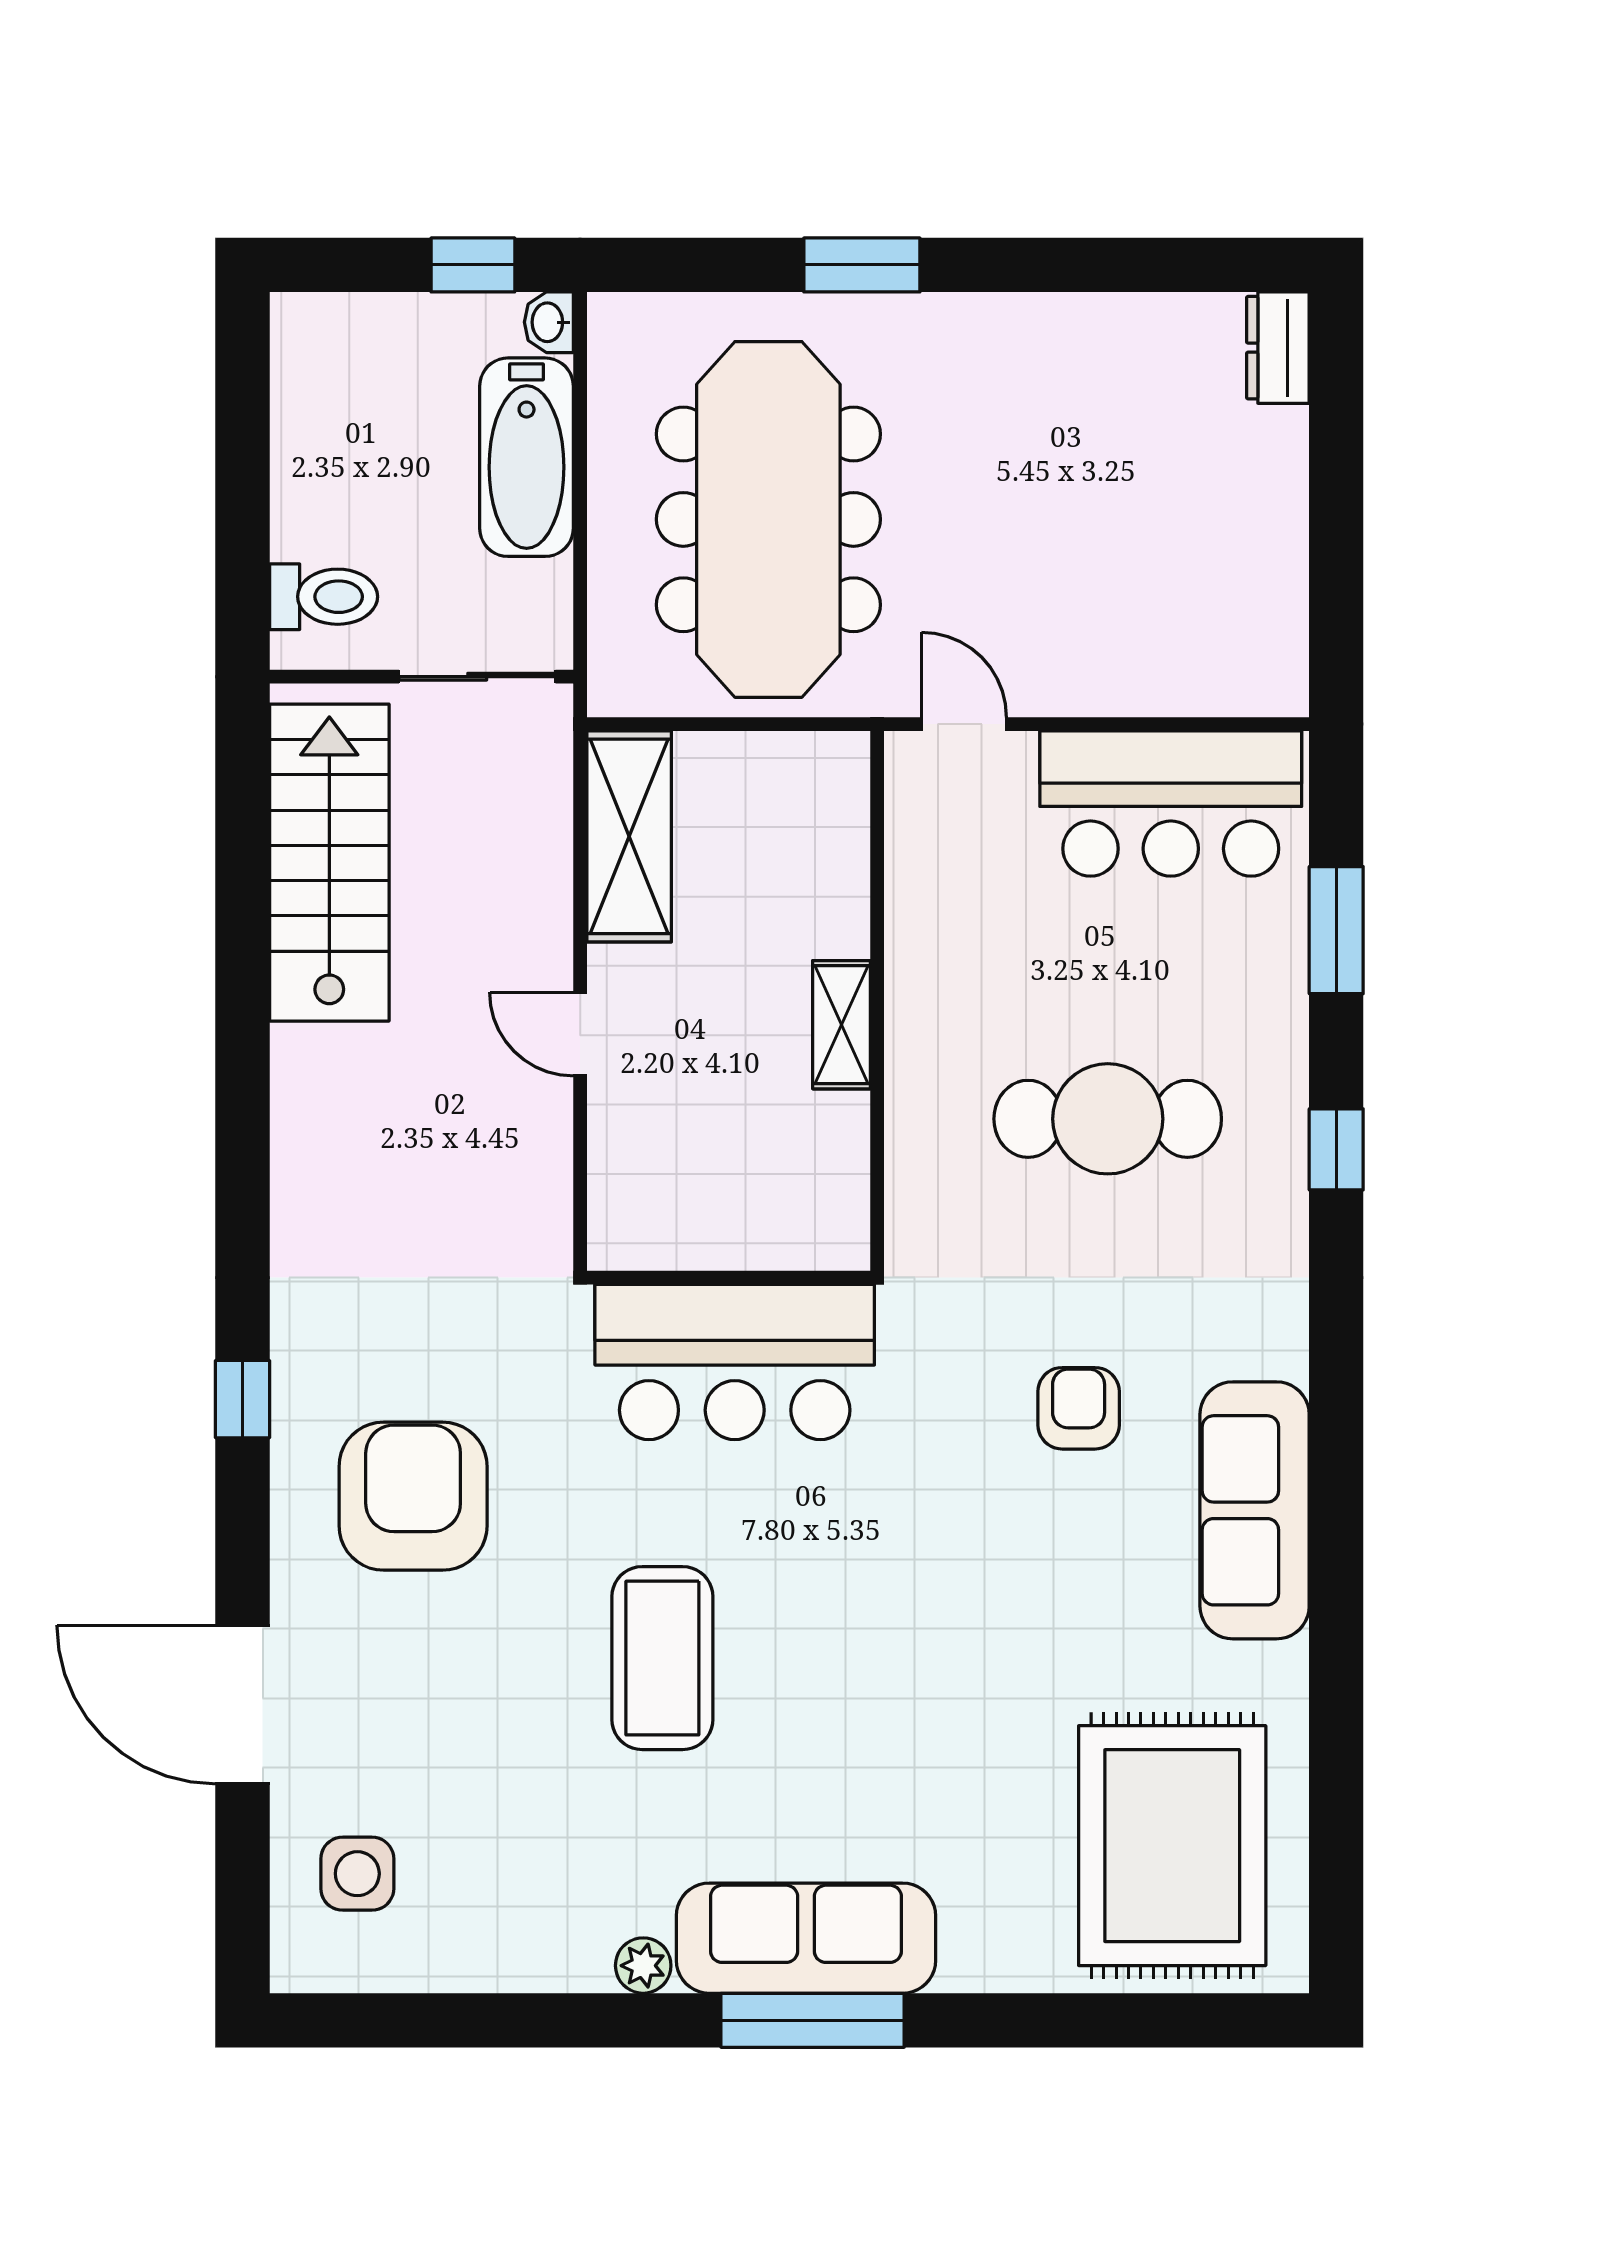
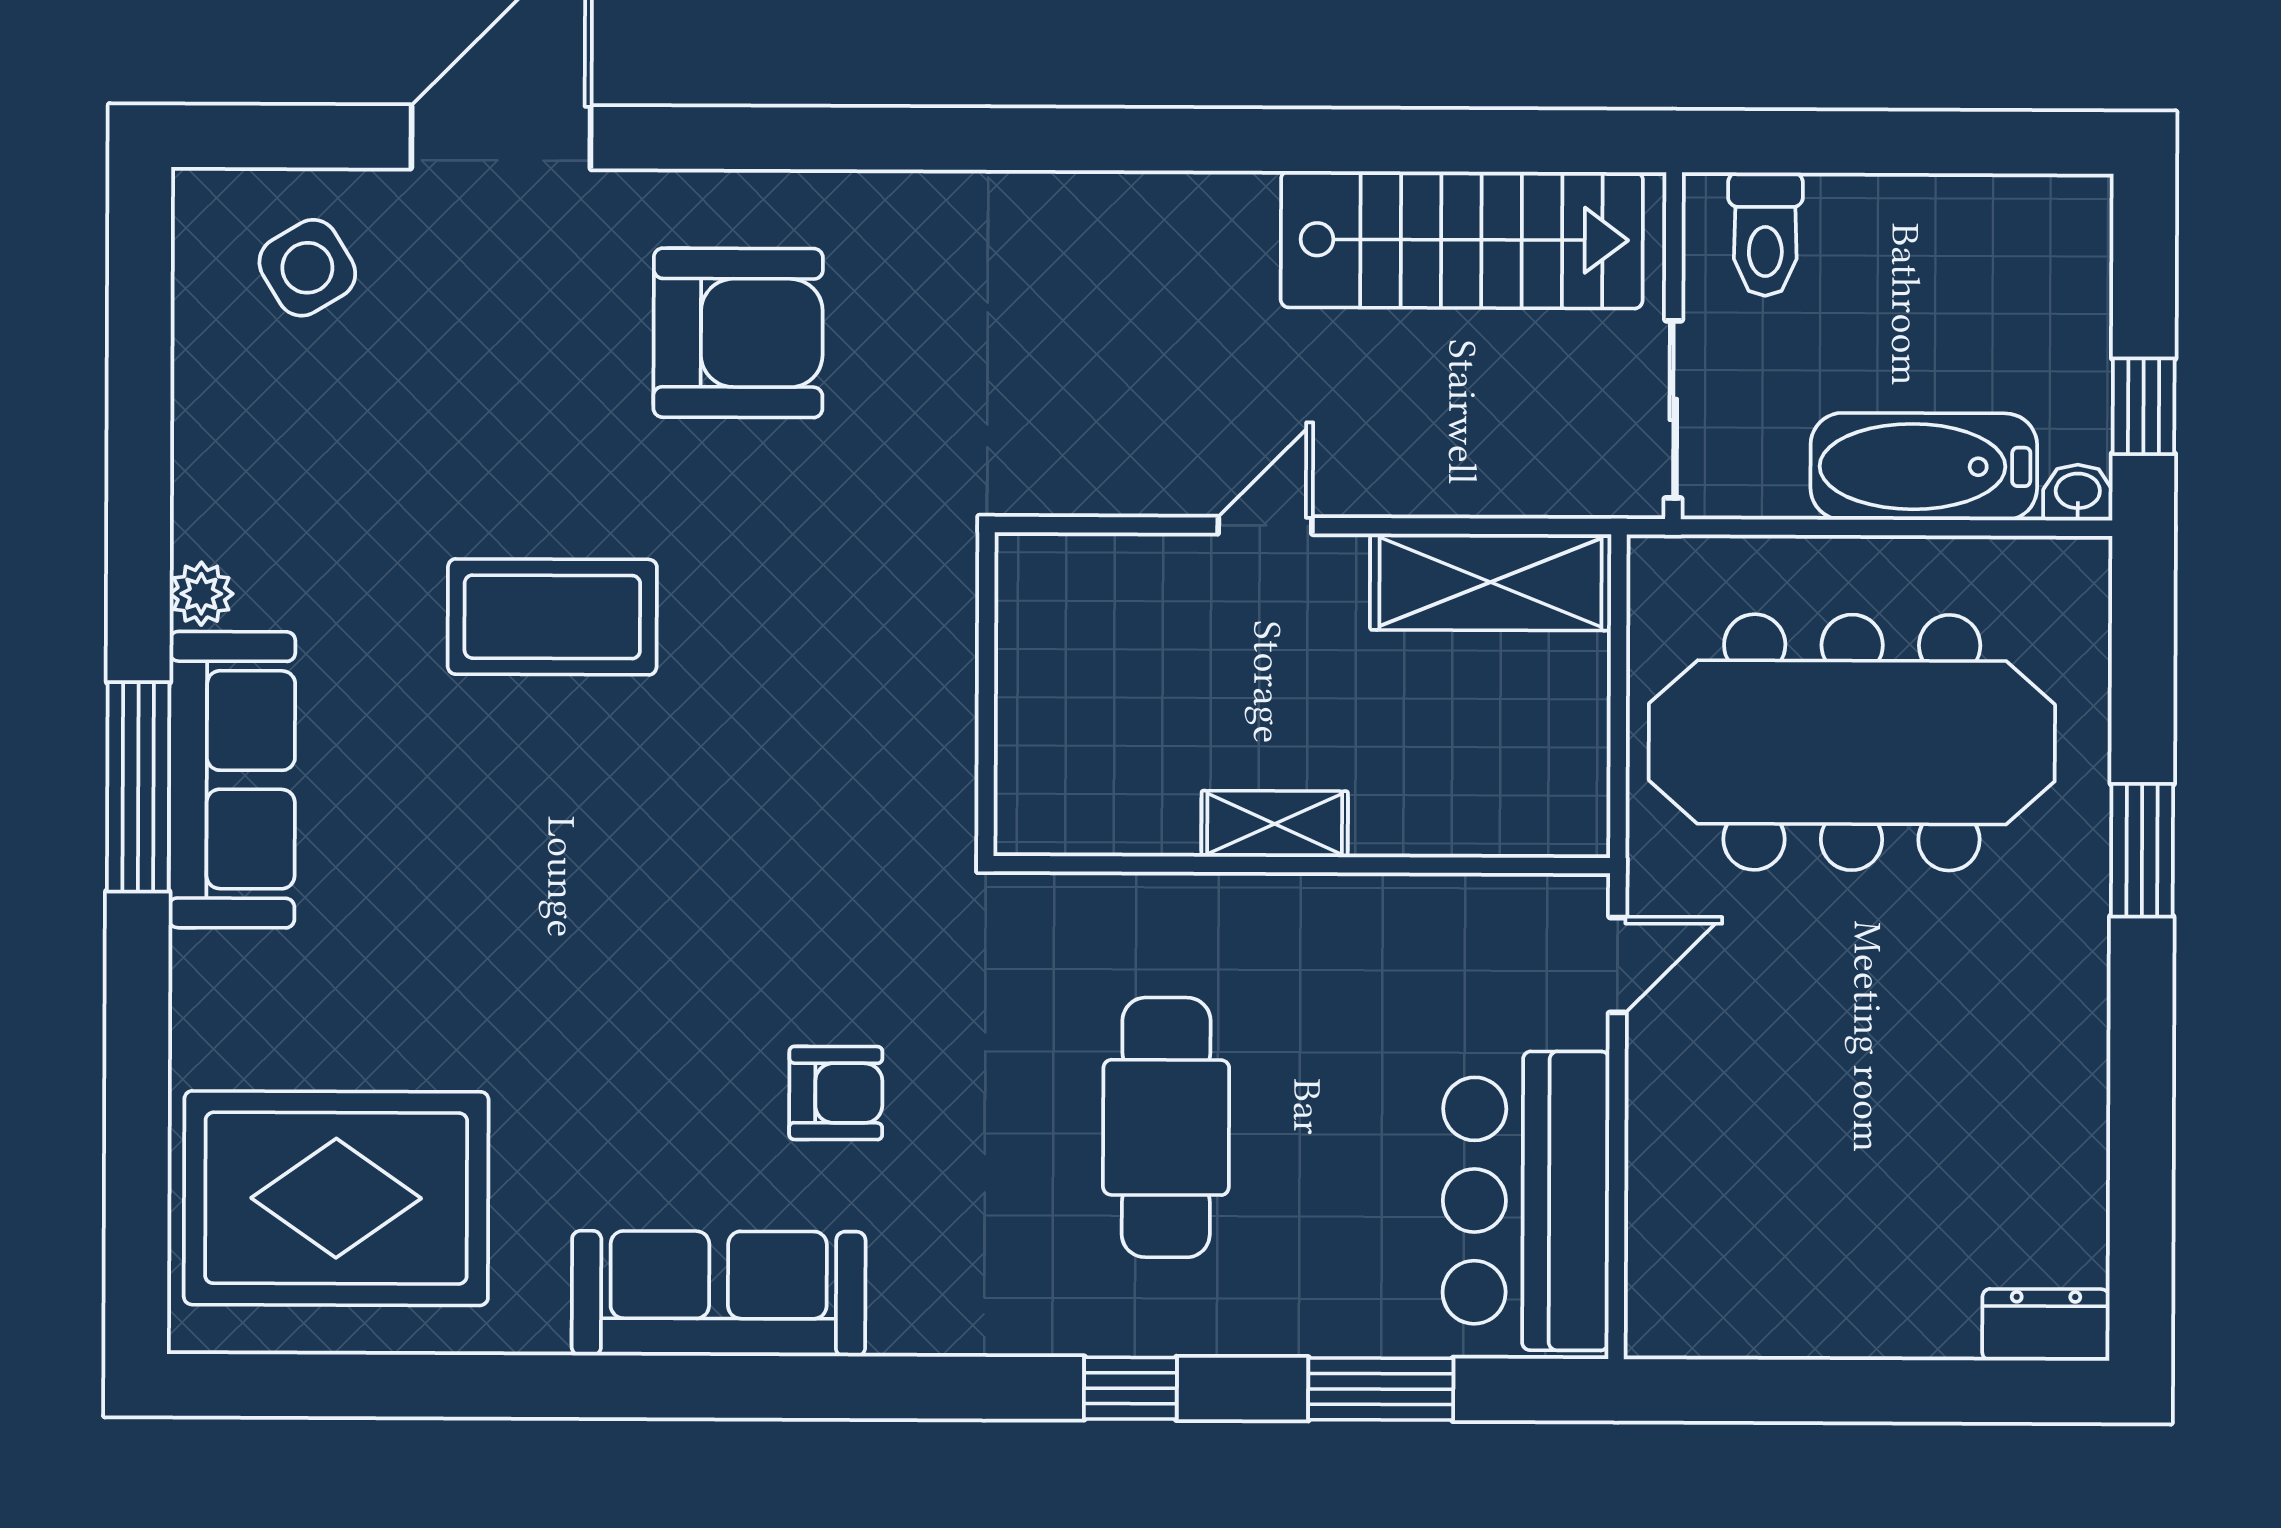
bar counter: (735, 1362) -> (890, 701), removed
window: (242, 1399) -> (850, 139), removed
side table: (357, 1874) -> (307, 268), turned -31

